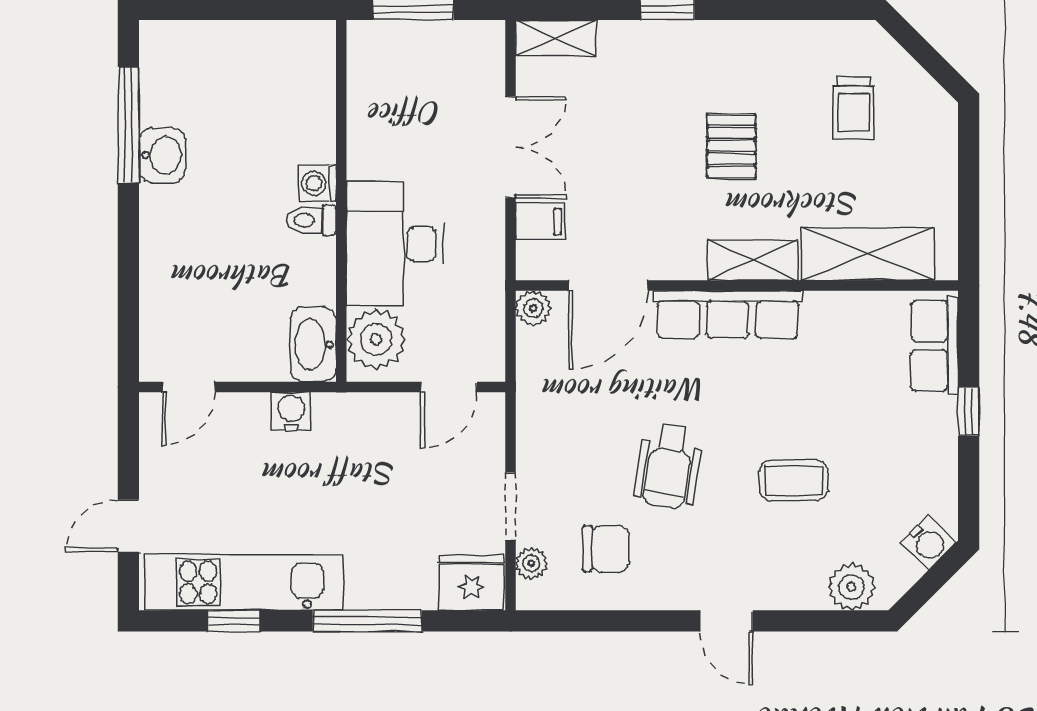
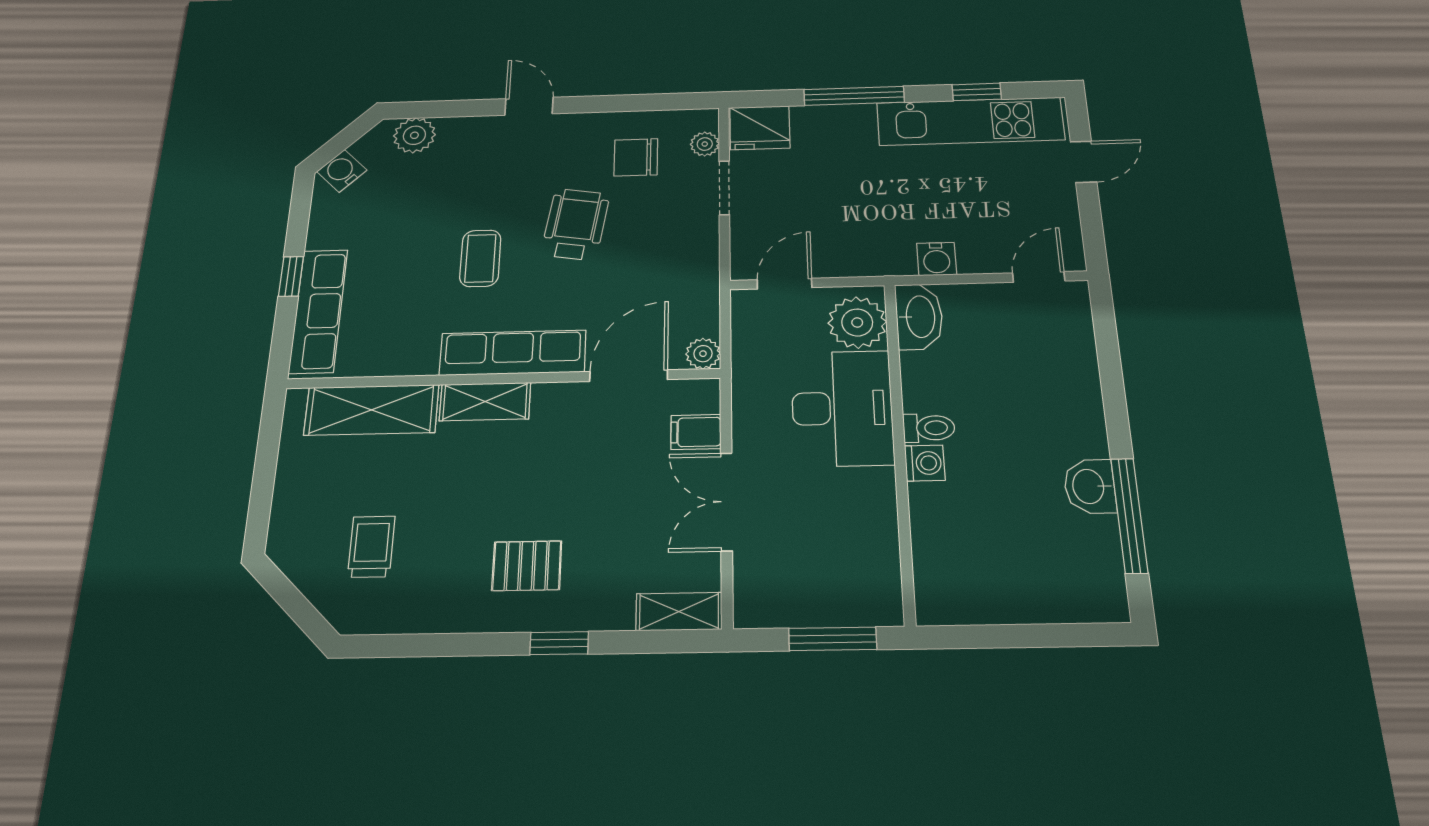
pallet: (731, 146) -> (527, 566), moved, turned 90
row of seats: (935, 346) -> (318, 311), width x1.48
coffee table: (794, 481) -> (480, 258), moved, turned 90

